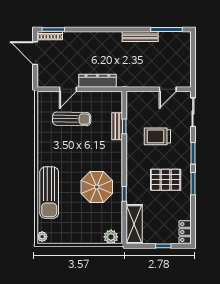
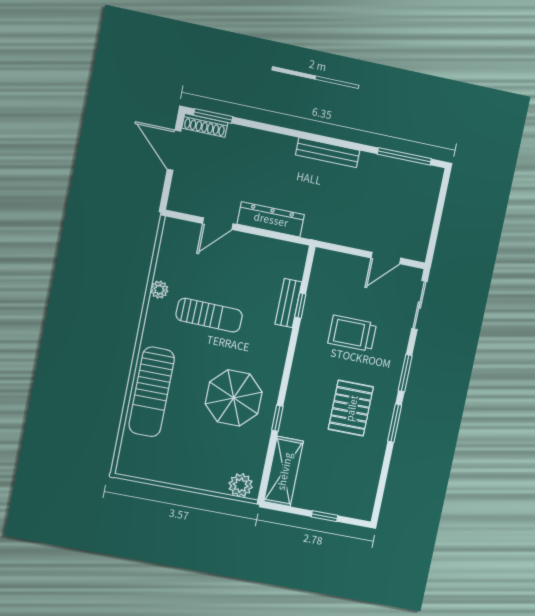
bench: (140, 36) -> (328, 153), moved
sun lounger: (72, 119) -> (209, 315), moved
pallet: (166, 180) -> (351, 408), turned 90
locker: (185, 232) -> (365, 500), removed
plant: (42, 237) -> (159, 290), moved

